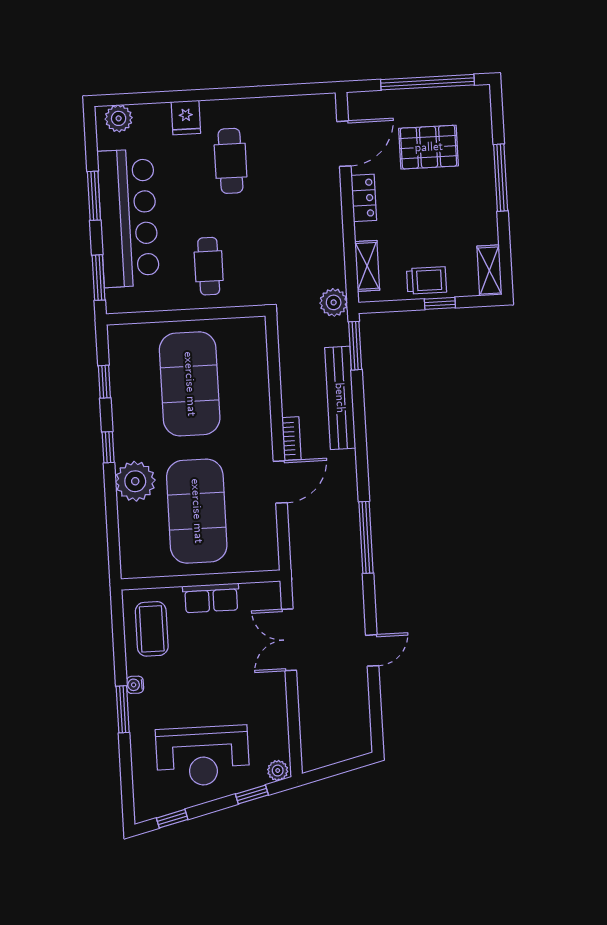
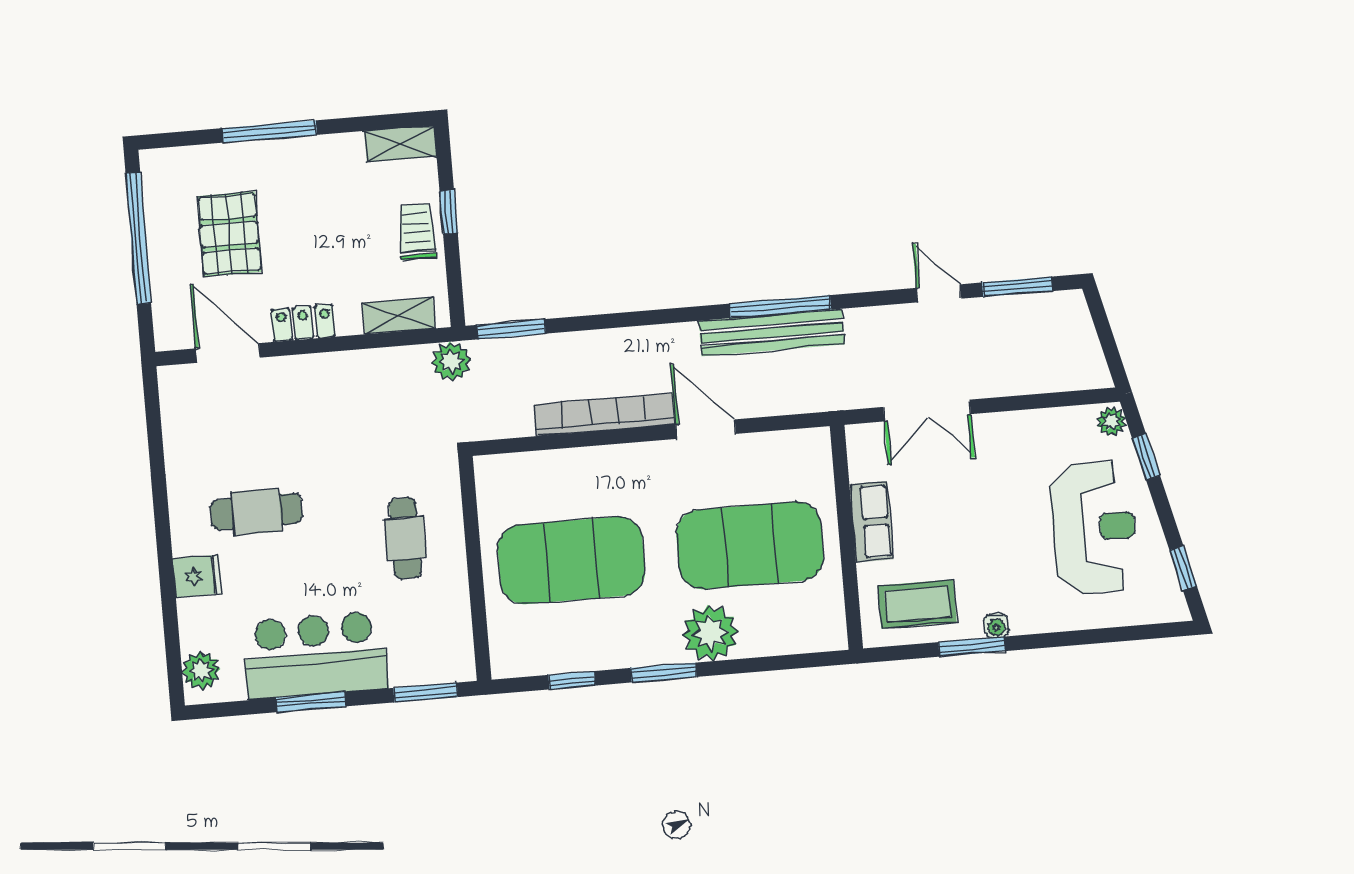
bar counter: (128, 218) -> (315, 655), width x0.73
cafe table: (209, 266) -> (405, 538), turned 90
bench: (340, 398) -> (772, 333), moved
bookcase: (292, 439) -> (605, 415), width x2.31, depth x1.31
window: (108, 447) -> (664, 672), width x1.50
window: (375, 706) -> (1017, 287), added
window: (123, 709) -> (972, 647), moved

